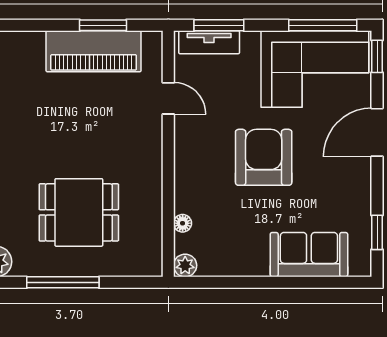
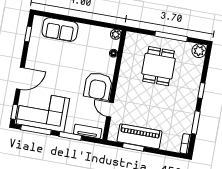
window: (219, 25) -> (70, 136), moved
armchair: (264, 157) -> (98, 86), moved
dining table: (79, 212) -> (159, 66), turned 90

